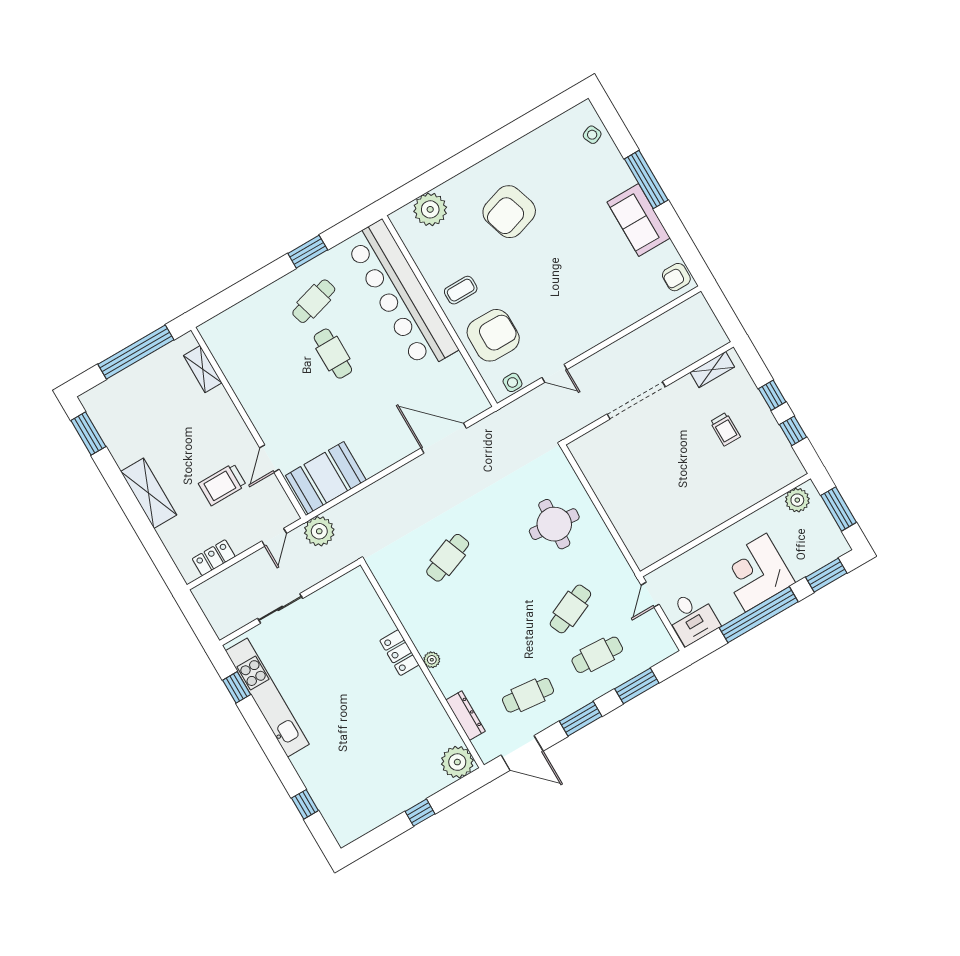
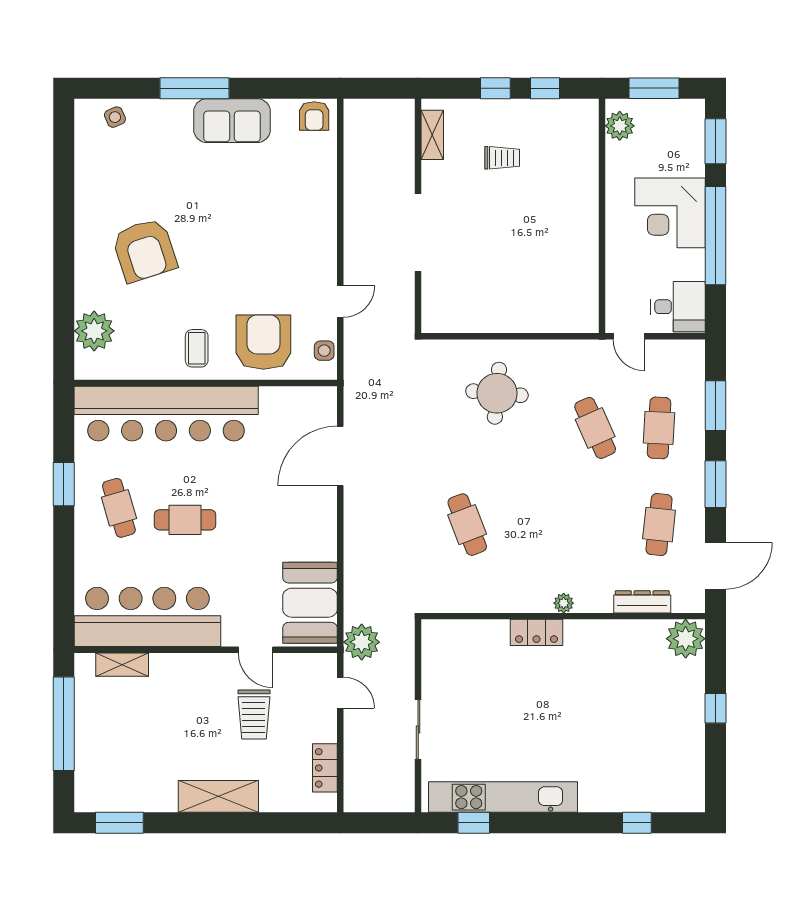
bar counter: (248, 367) -> (147, 617), added

